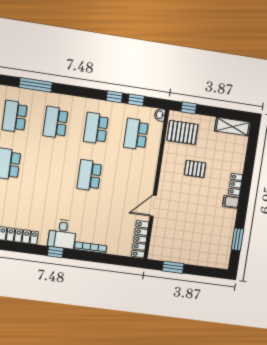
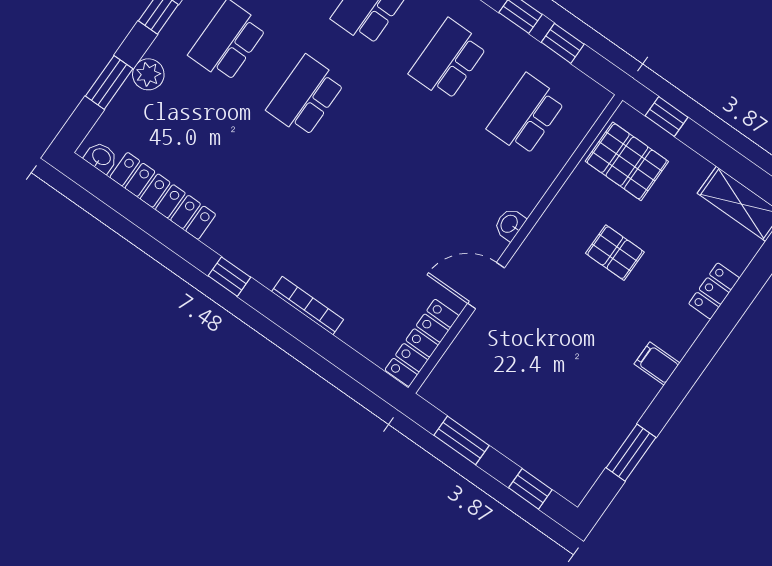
washbasin: (160, 115) -> (510, 224), moved
school desk: (89, 175) -> (306, 96), moved
locker: (235, 184) -> (714, 291), moved
desk: (62, 234) -> (263, 246), removed
window: (207, 272) -> (530, 489), added

